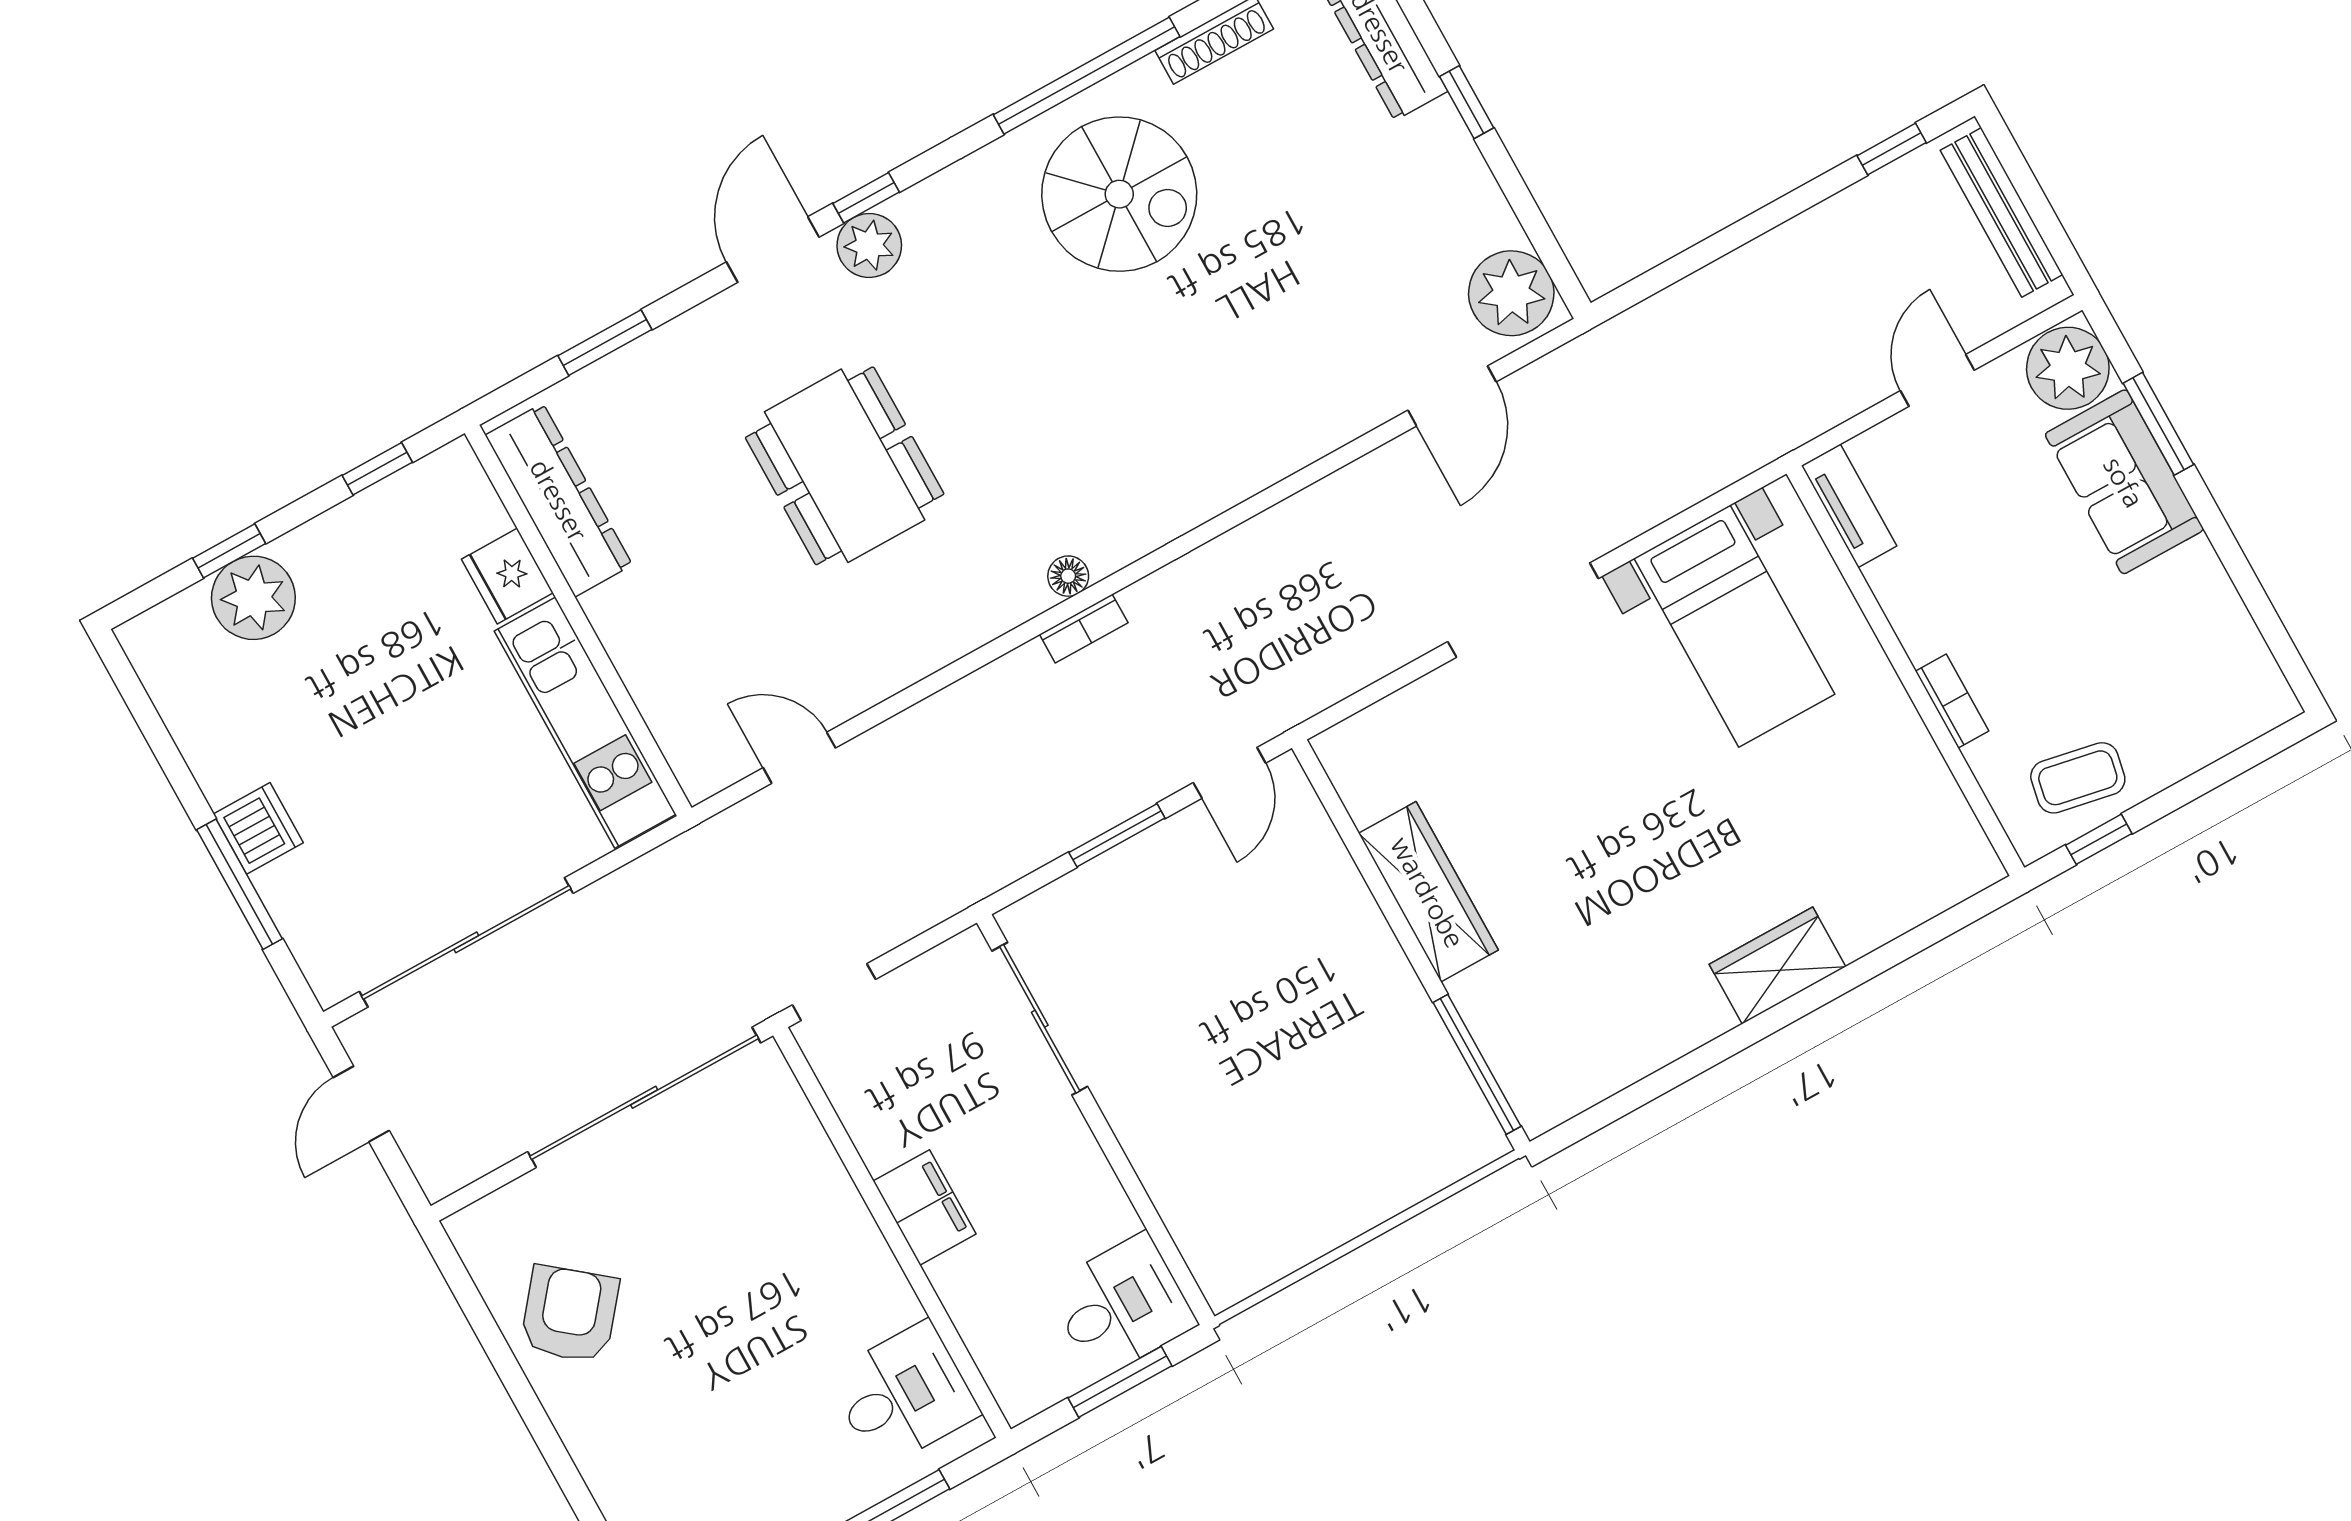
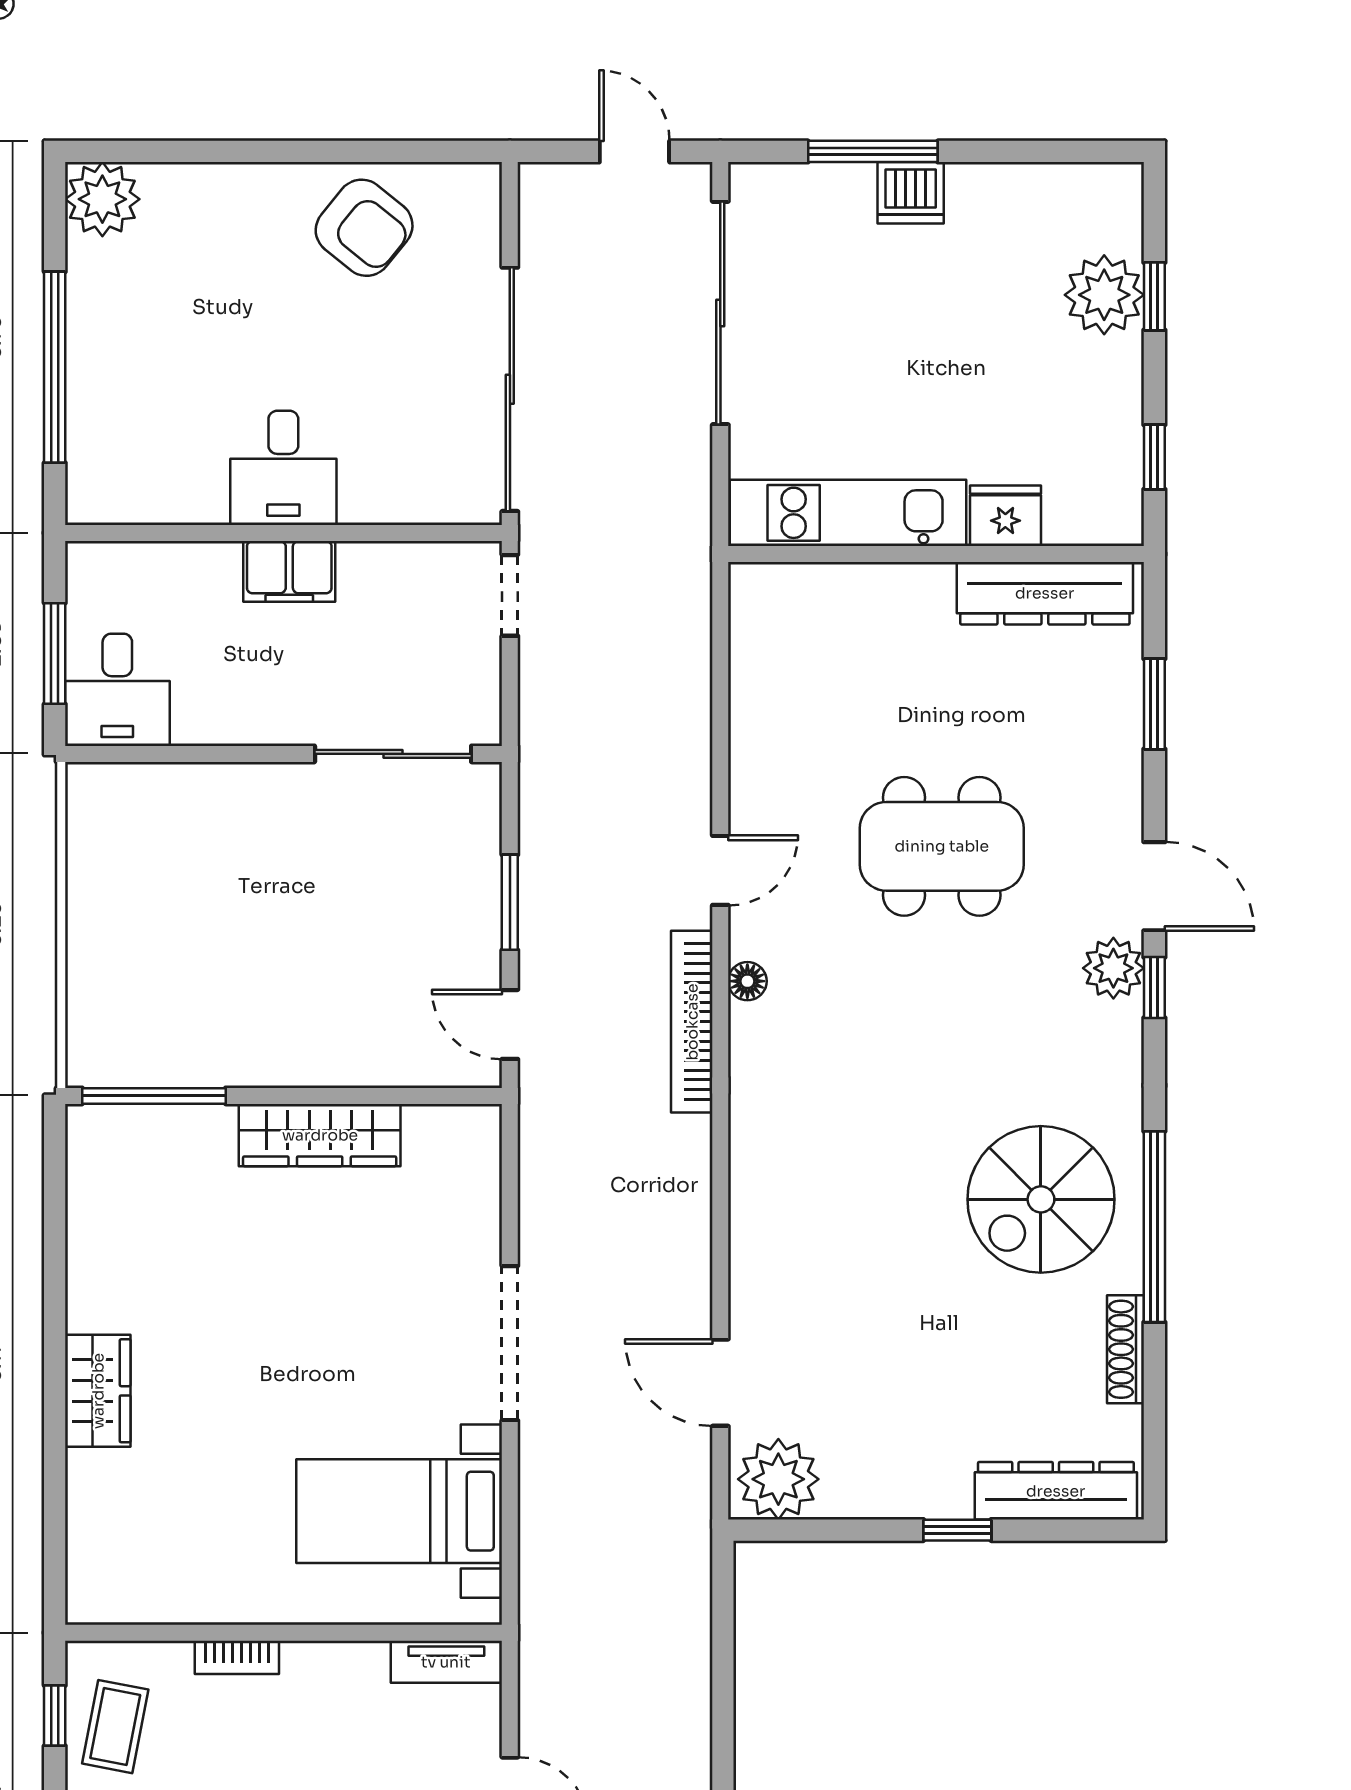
bookcase: (1084, 629) -> (692, 1022), width x2.31, depth x1.31
door: (799, 758) -> (720, 870), moved
desk: (904, 1395) -> (283, 468), moved

